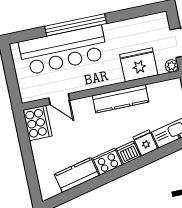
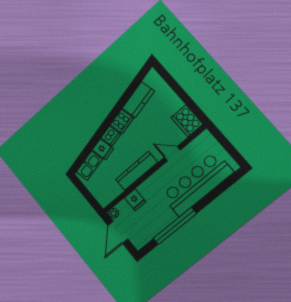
window: (76, 25) -> (175, 226), moved
fridge: (139, 65) -> (135, 200), width x0.53, depth x0.75
door: (59, 99) -> (172, 154), moved

